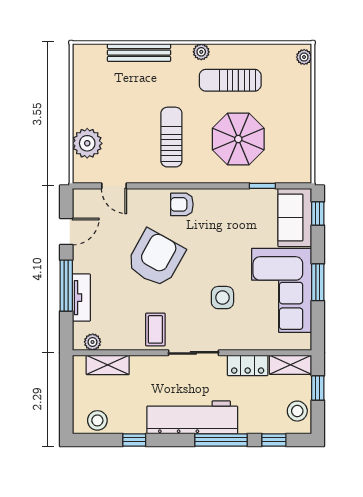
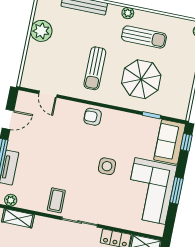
sun lounger: (230, 80) -> (144, 37), turned 180
sun lounger: (171, 137) -> (95, 68), turned 180
plant: (87, 143) -> (41, 31), moved
armchair: (156, 258) -> (67, 151), removed
side table: (222, 298) -> (107, 166), moved

